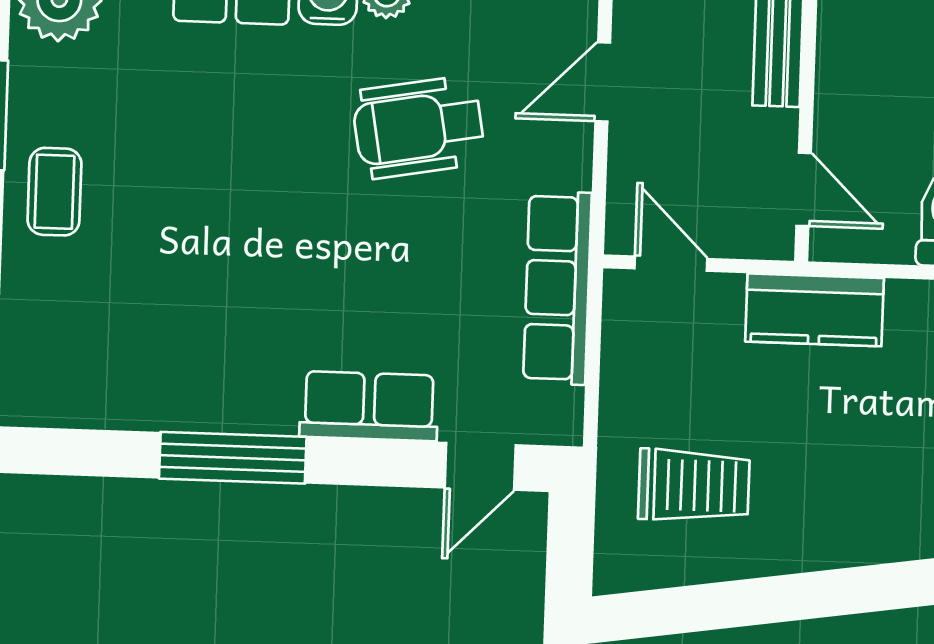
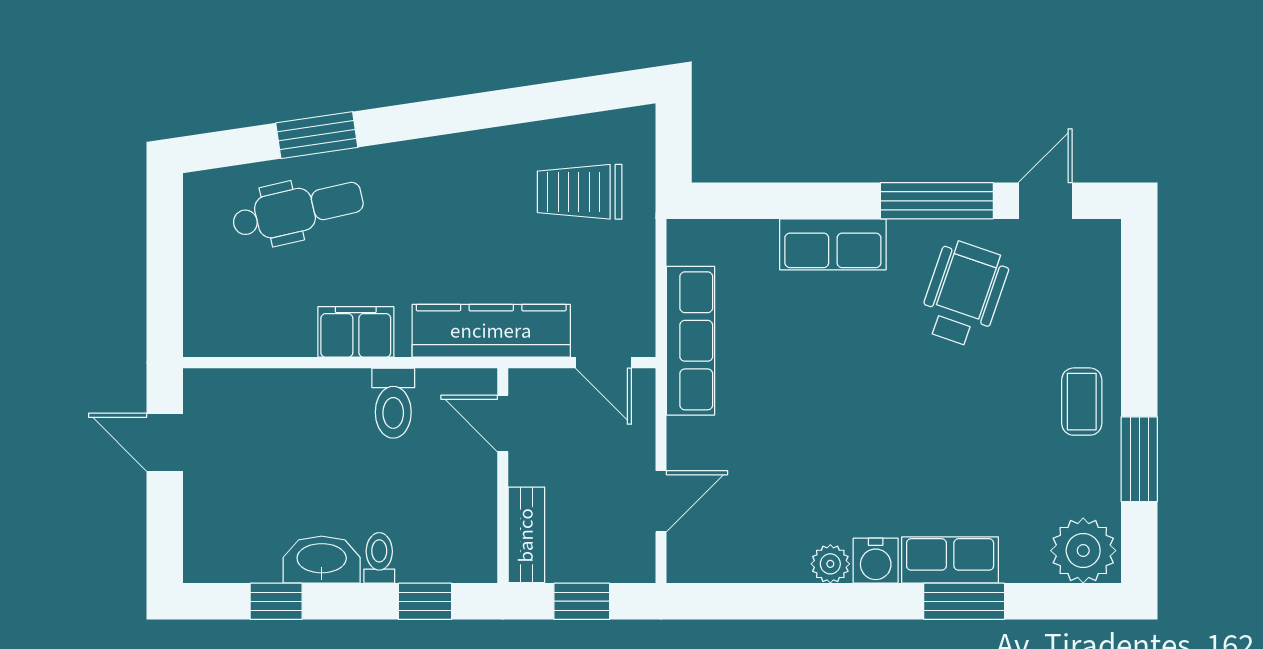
wheelchair: (418, 127) -> (964, 294), moved, turned -61
kitchen counter: (814, 310) -> (491, 331), width x1.50
door: (480, 466) -> (1045, 201), moved

